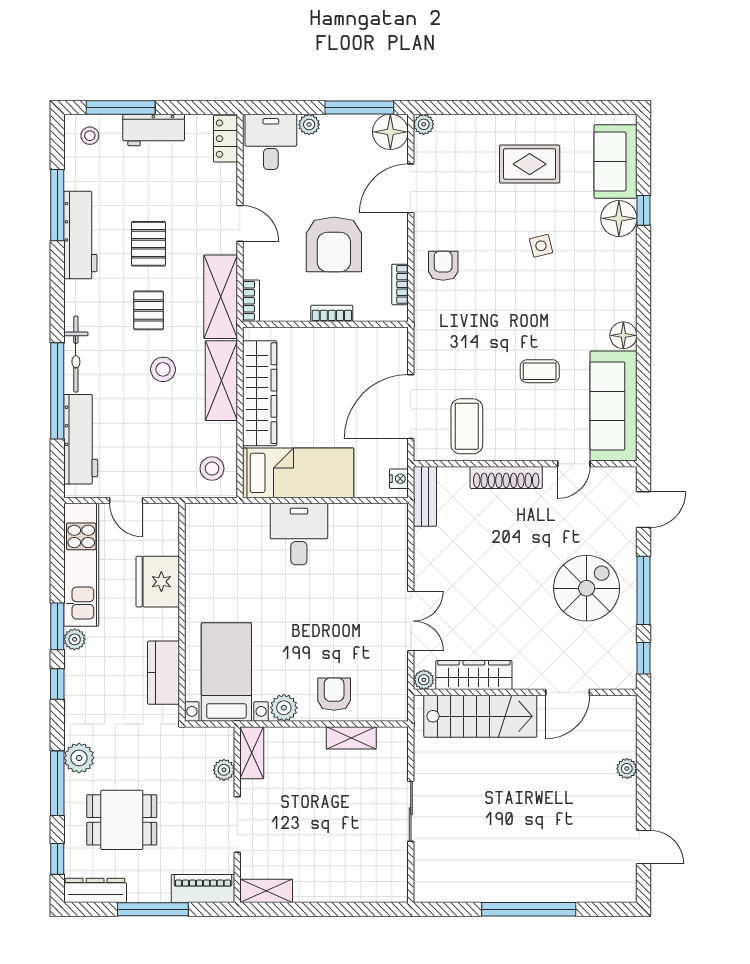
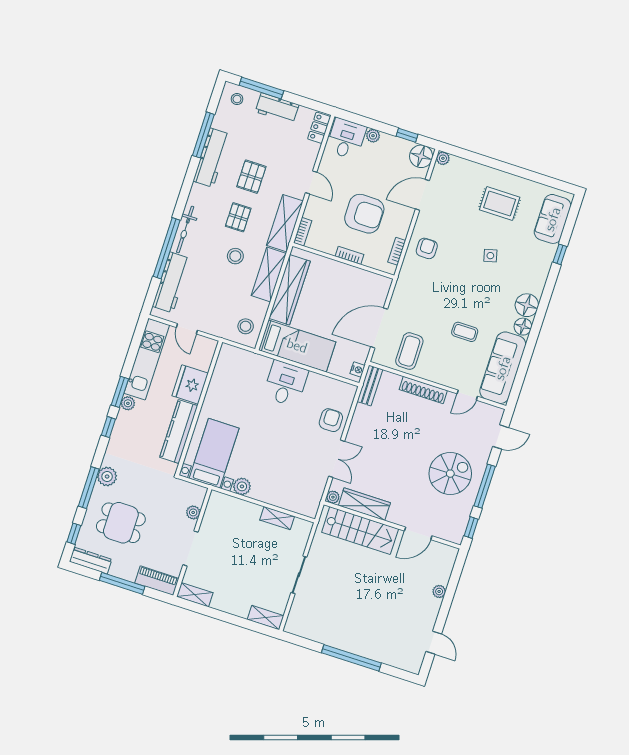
window: (359, 107) -> (407, 135), width x0.46
floor lamp: (619, 218) -> (527, 305), moved
armchair: (334, 244) -> (364, 214), turned -90
kitchen counter: (164, 673) -> (179, 432), width x1.50
armchair: (334, 694) -> (331, 420), moved
shelving: (252, 753) -> (266, 618), moved, turned 90

